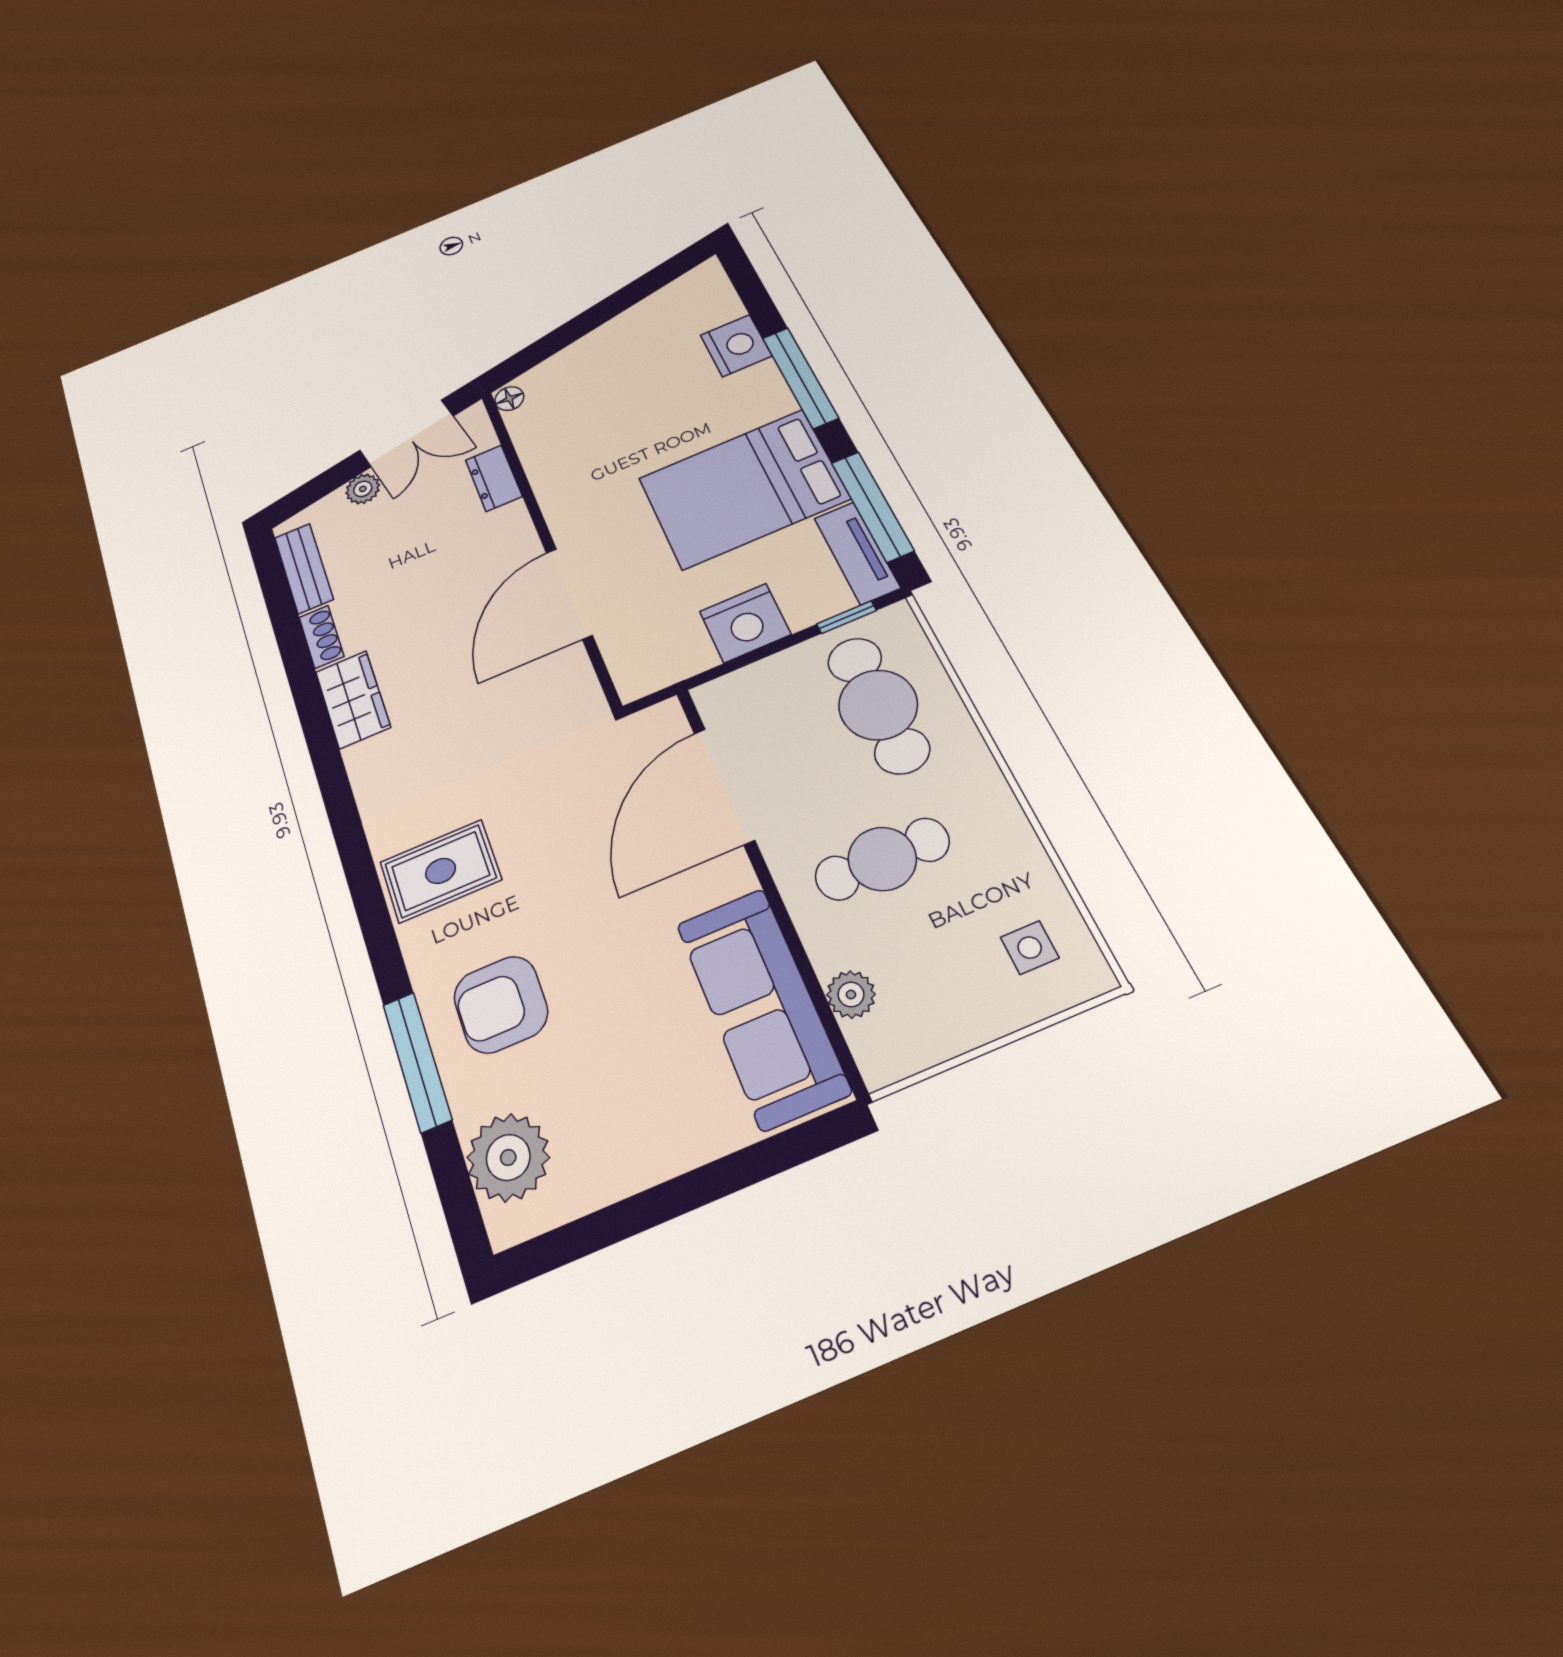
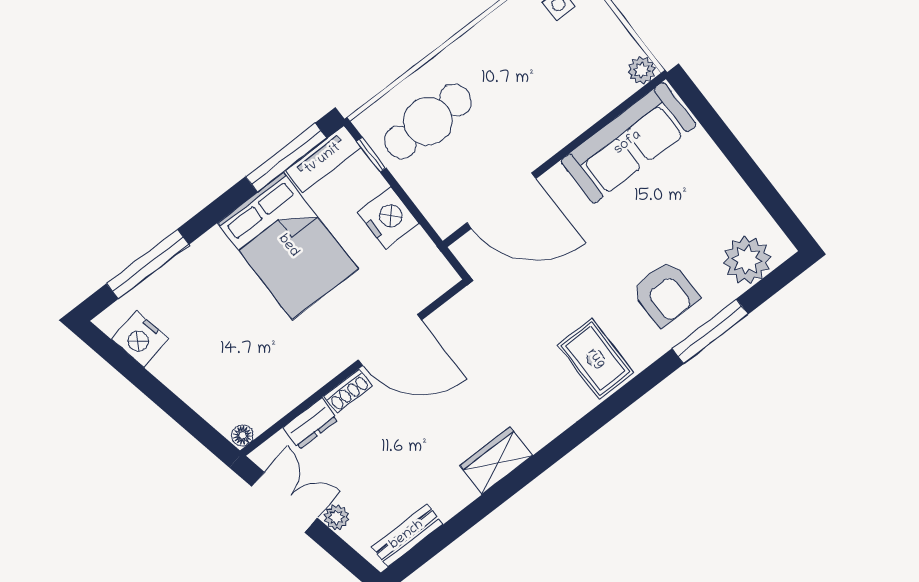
nightstand: (736, 346) -> (140, 339), moved, turned -102
window: (800, 378) -> (148, 264), moved
shoe rack: (321, 637) -> (348, 391), moved, turned 180
cafe table: (882, 859) -> (526, 96), removed
plant: (851, 995) -> (642, 70), moved

